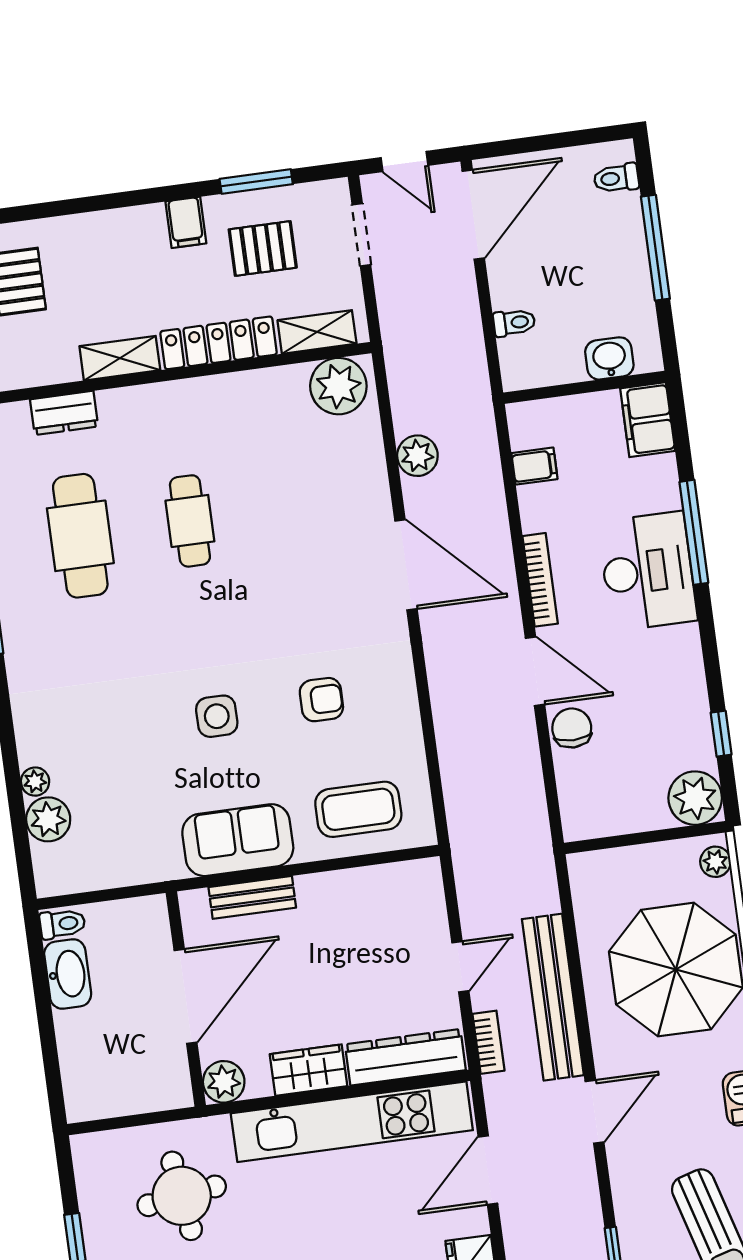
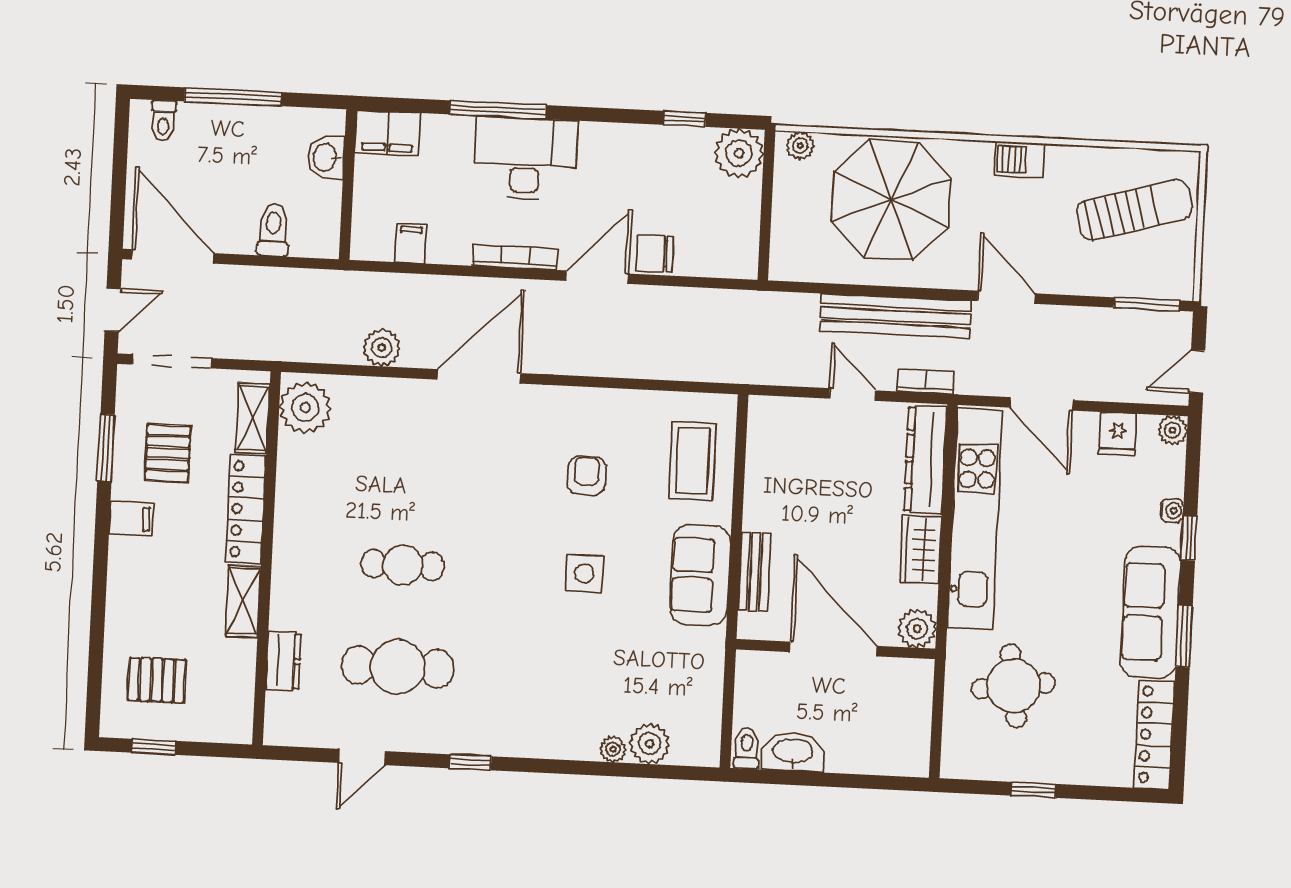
doorway: (361, 235) -> (172, 361), width x1.38
toilet: (514, 323) -> (273, 230), width x1.37, depth x1.39

